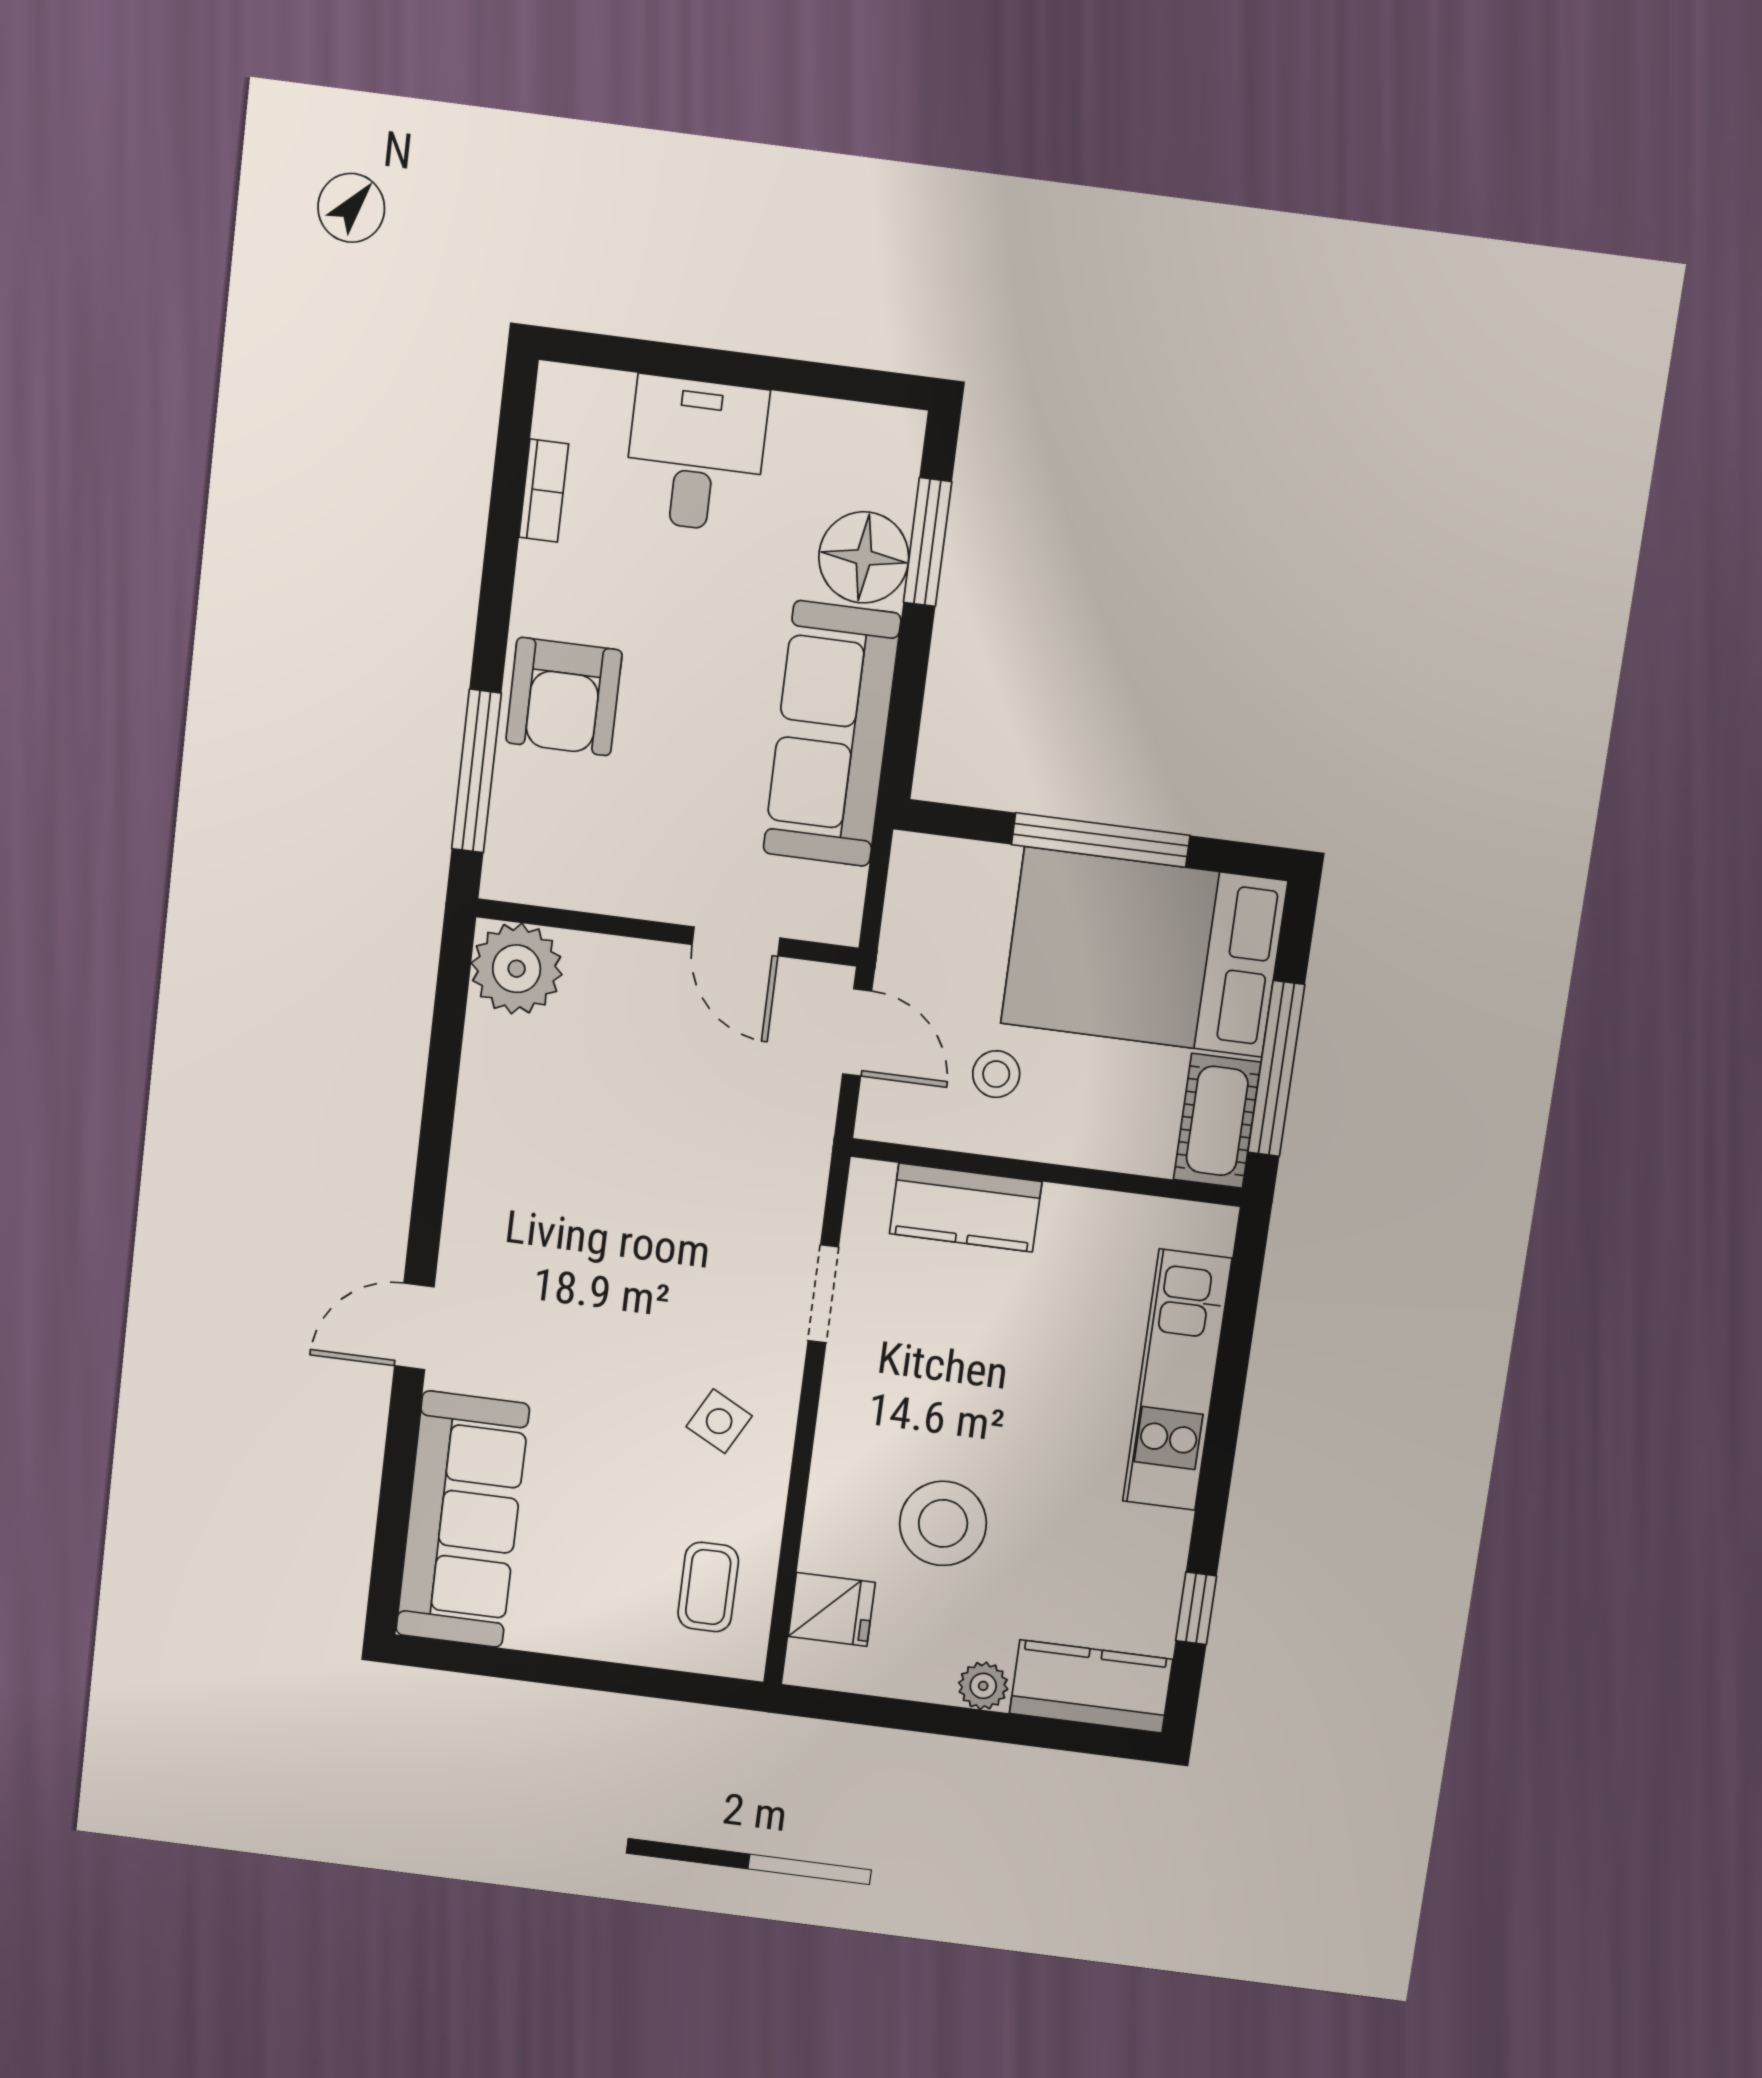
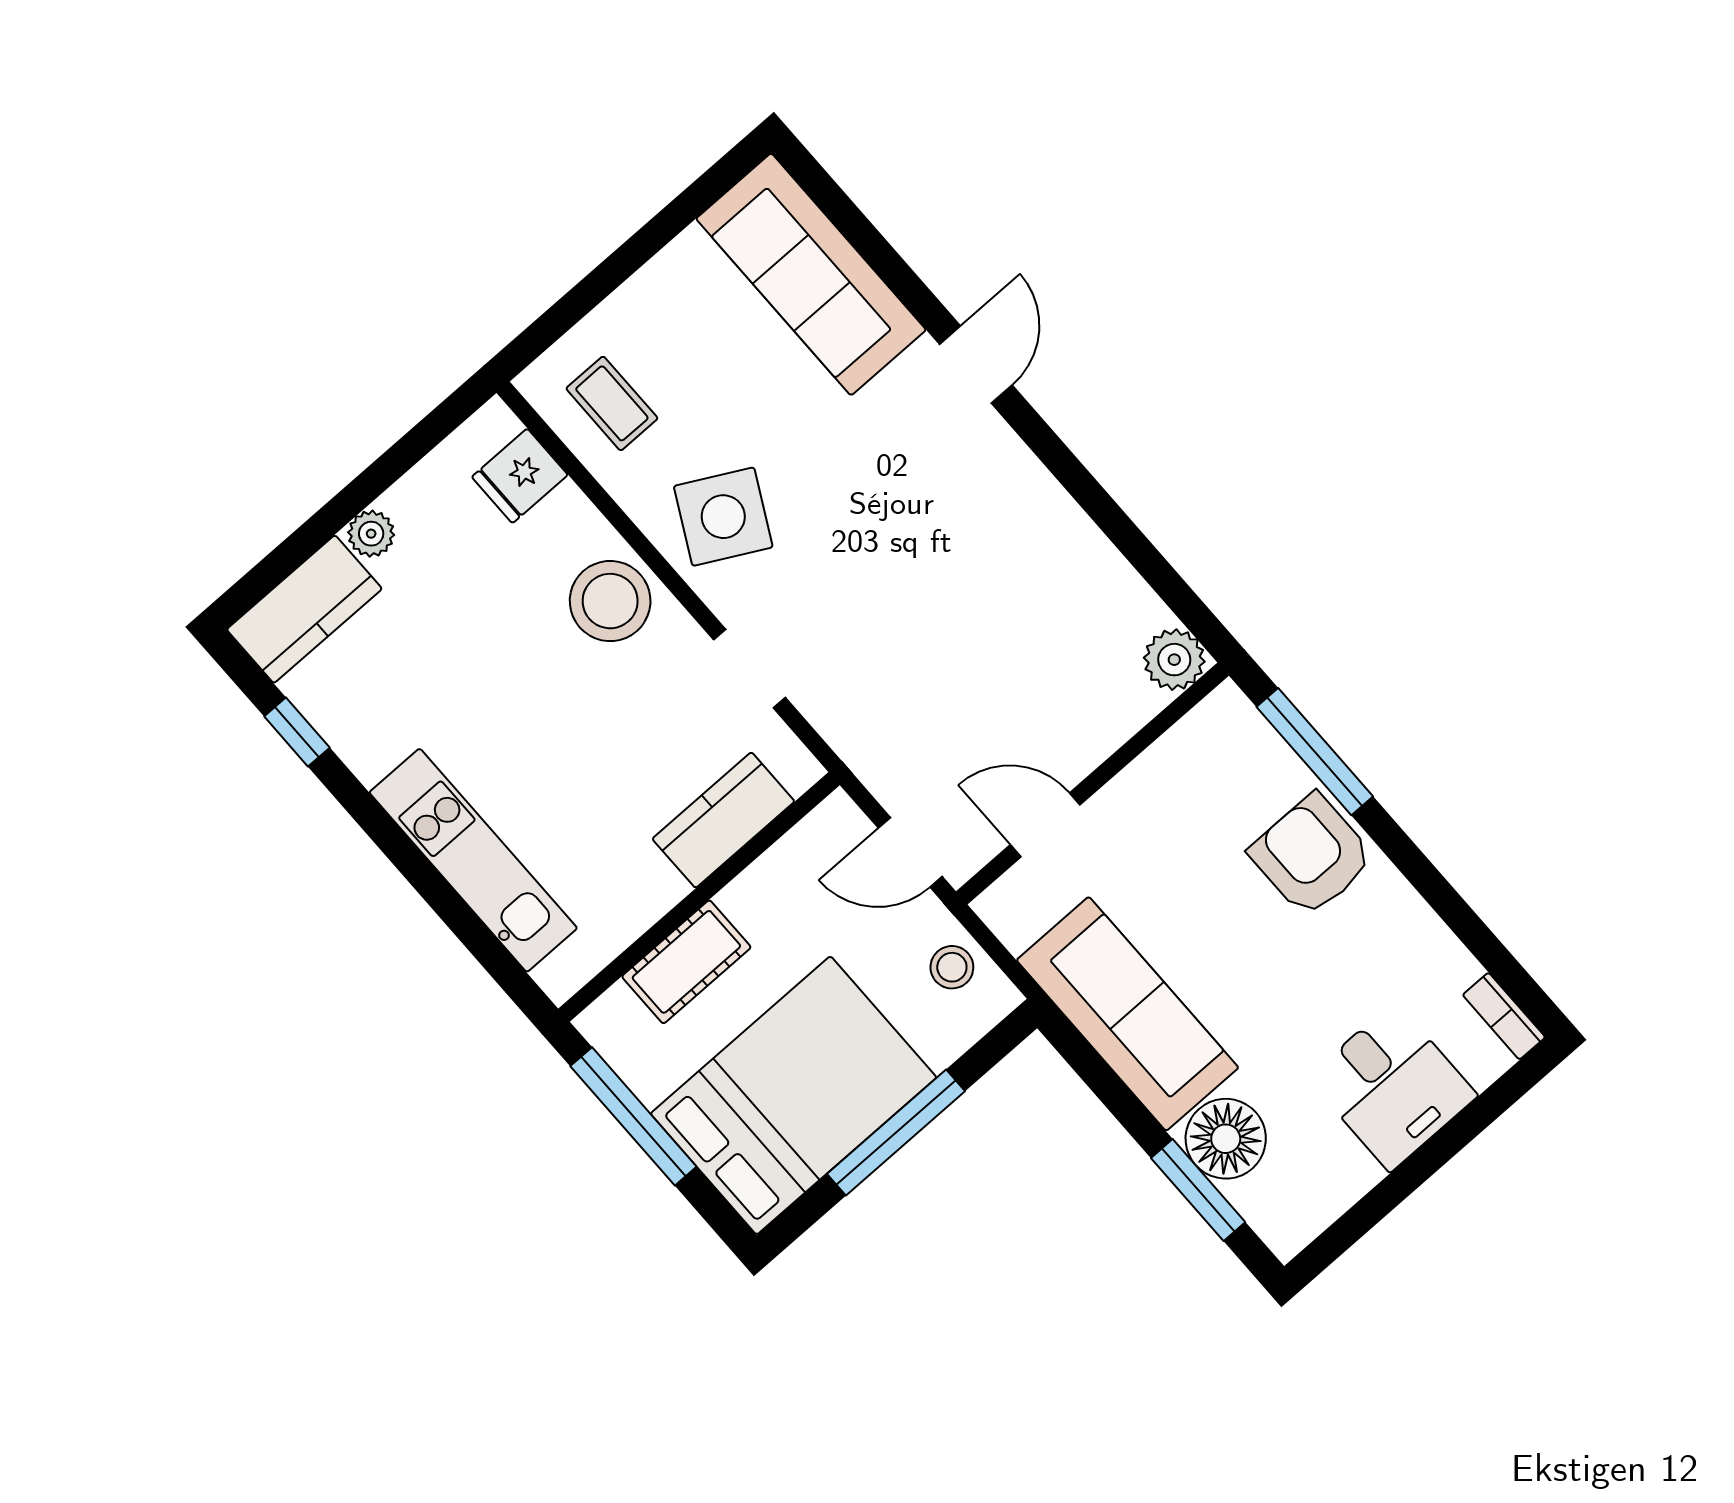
bookcase: (544, 491) -> (1504, 1016), moved
plant: (517, 969) -> (1174, 660), width x0.73, depth x0.73
stool: (996, 1074) -> (952, 967), moved
cot: (1217, 1121) -> (686, 962), moved, turned 90
side table: (719, 1421) -> (723, 517), width x1.87, depth x1.87
stool: (943, 1523) -> (610, 601), moved

